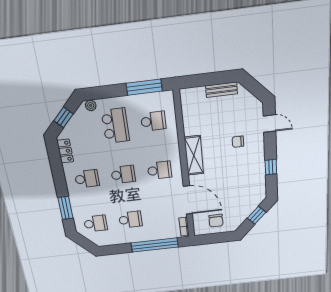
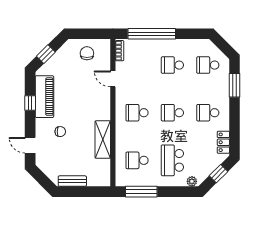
shelving: (194, 155) -> (103, 140), moved
piano: (256, 175) -> (44, 97), added
door: (188, 200) -> (113, 79), width x0.53

